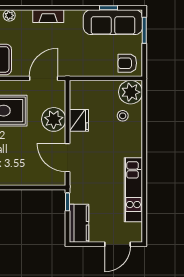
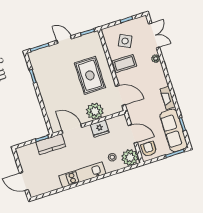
fireplace: (48, 16) -> (168, 98), moved
door: (100, 78) -> (133, 134), added
door: (68, 158) -> (72, 129), hinge flipped
kitchen unit: (133, 190) -> (82, 175), moved
kitchen counter: (79, 223) -> (51, 144), moved

